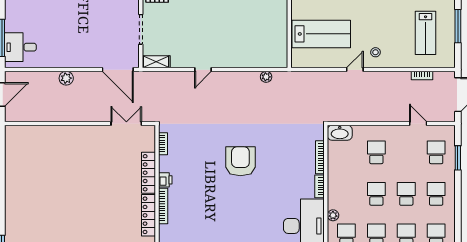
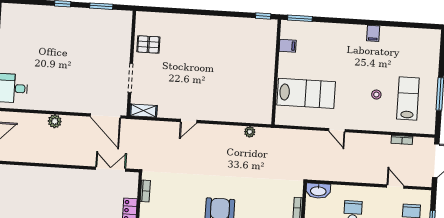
lab bench: (426, 33) -> (408, 98), turned 180
stool: (376, 52) -> (376, 95), moved
door: (355, 70) -> (337, 130), swing flipped

